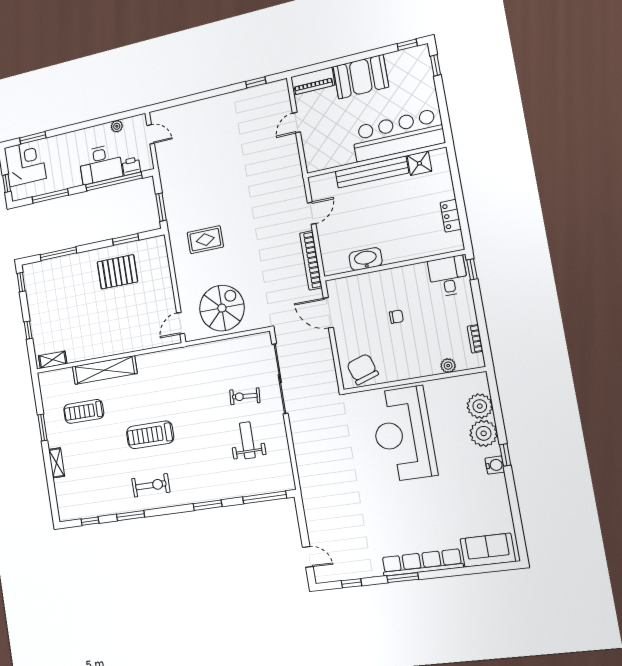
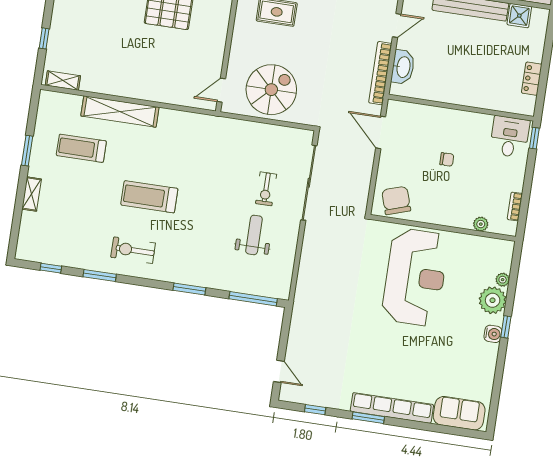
washbasin: (366, 259) -> (403, 67), moved, turned 90
exercise bike: (245, 396) -> (266, 189), turned -95
plant: (480, 406) -> (503, 280), width x0.53, depth x0.53
reception desk: (403, 434) -> (415, 277), turned 180
exercise bike: (151, 485) -> (133, 250), turned 180

